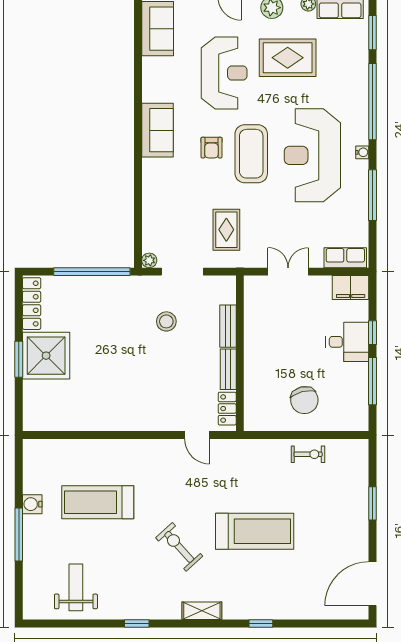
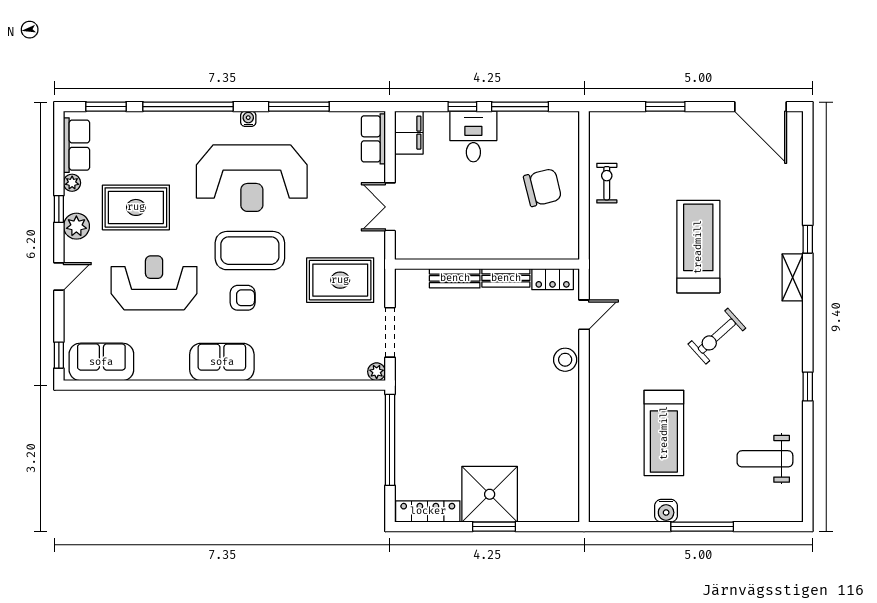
rug: (288, 58) -> (136, 207), turned 90
rug: (226, 230) -> (340, 280), width x1.36, depth x1.43
stool: (166, 321) -> (565, 360), moved
shelving: (202, 611) -> (793, 277), moved

